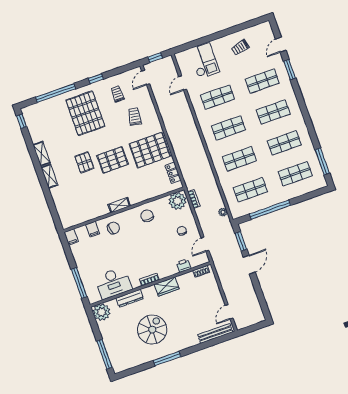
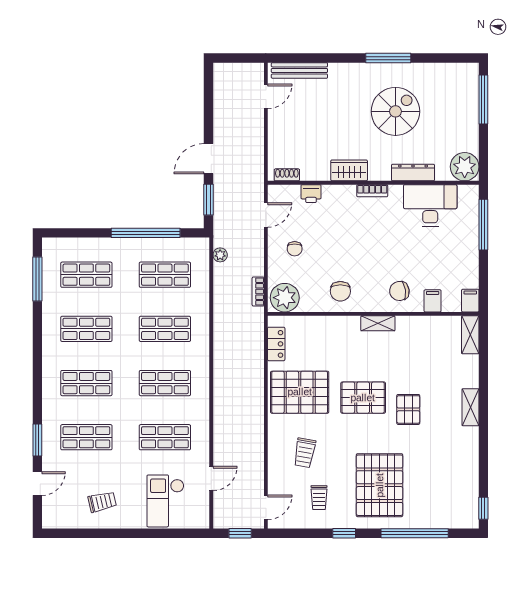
shelving: (42, 154) -> (470, 335), moved
spiral stairs: (152, 330) -> (395, 111), turned 180

